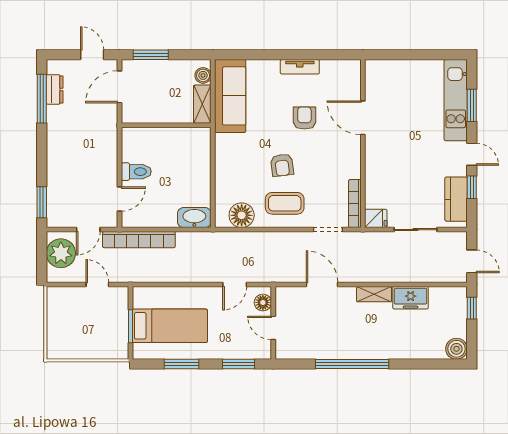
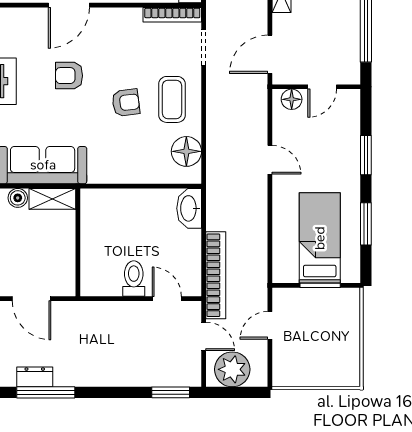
floor lamp: (263, 302) -> (292, 99), moved
wall: (273, 323) -> (316, 87), moved
door: (273, 328) -> (322, 87), moved

